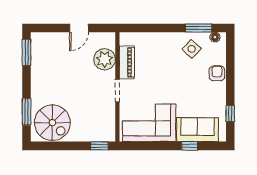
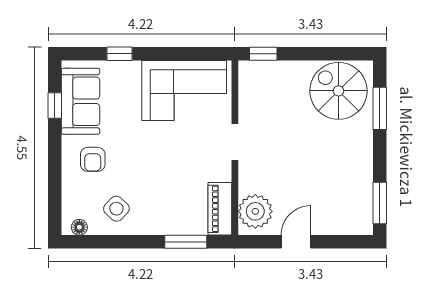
window: (199, 28) -> (186, 242), moved
plant: (105, 59) -> (255, 211), moved
piano: (127, 62) -> (220, 209), moved
armchair: (217, 73) -> (93, 159), moved
sofa: (198, 130) -> (80, 101), moved, turned -90

